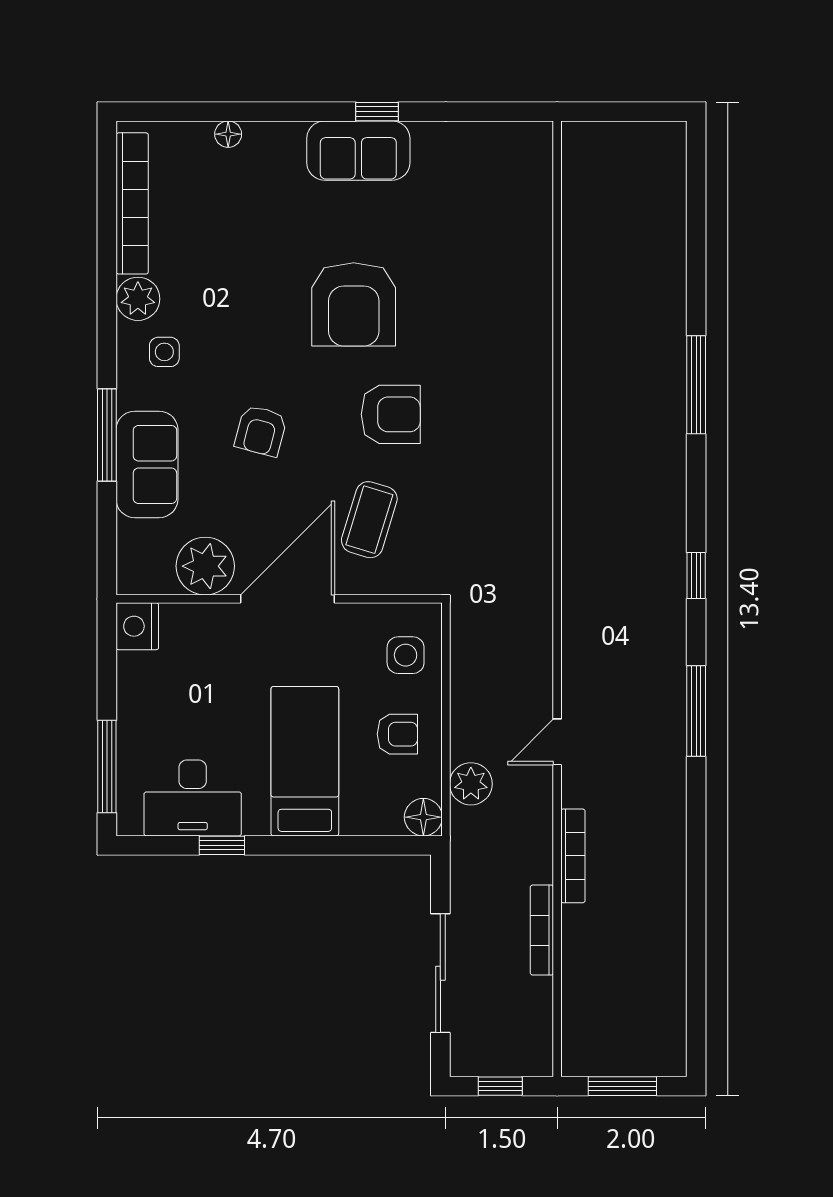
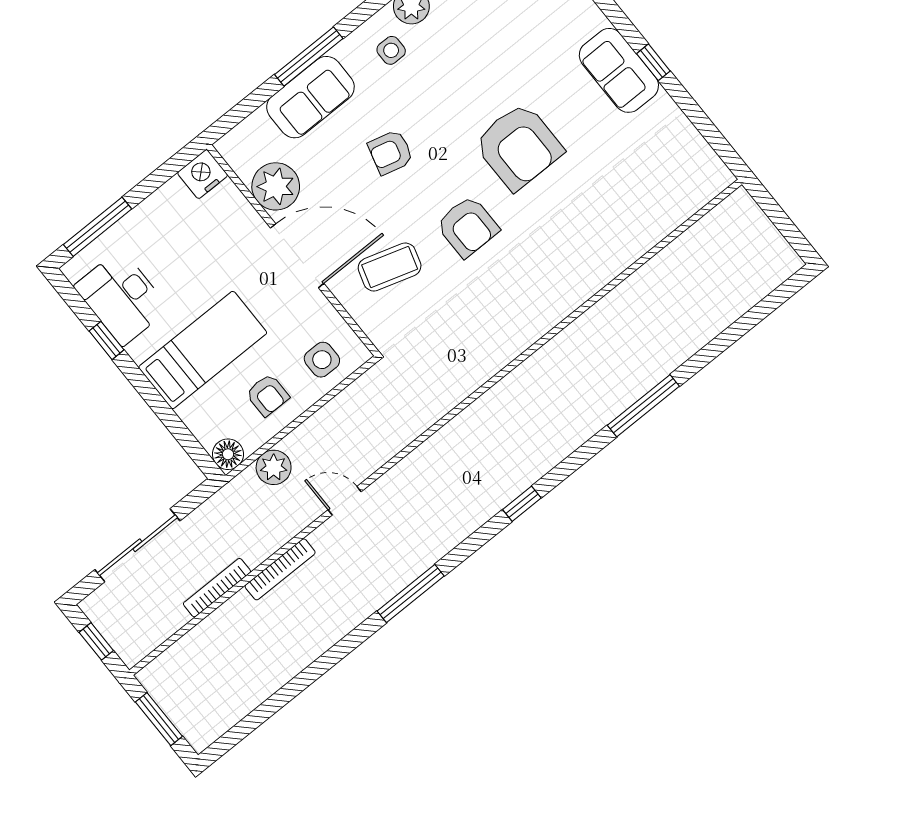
armchair: (354, 304) -> (519, 146), turned -90
window: (696, 711) -> (411, 593), moved

